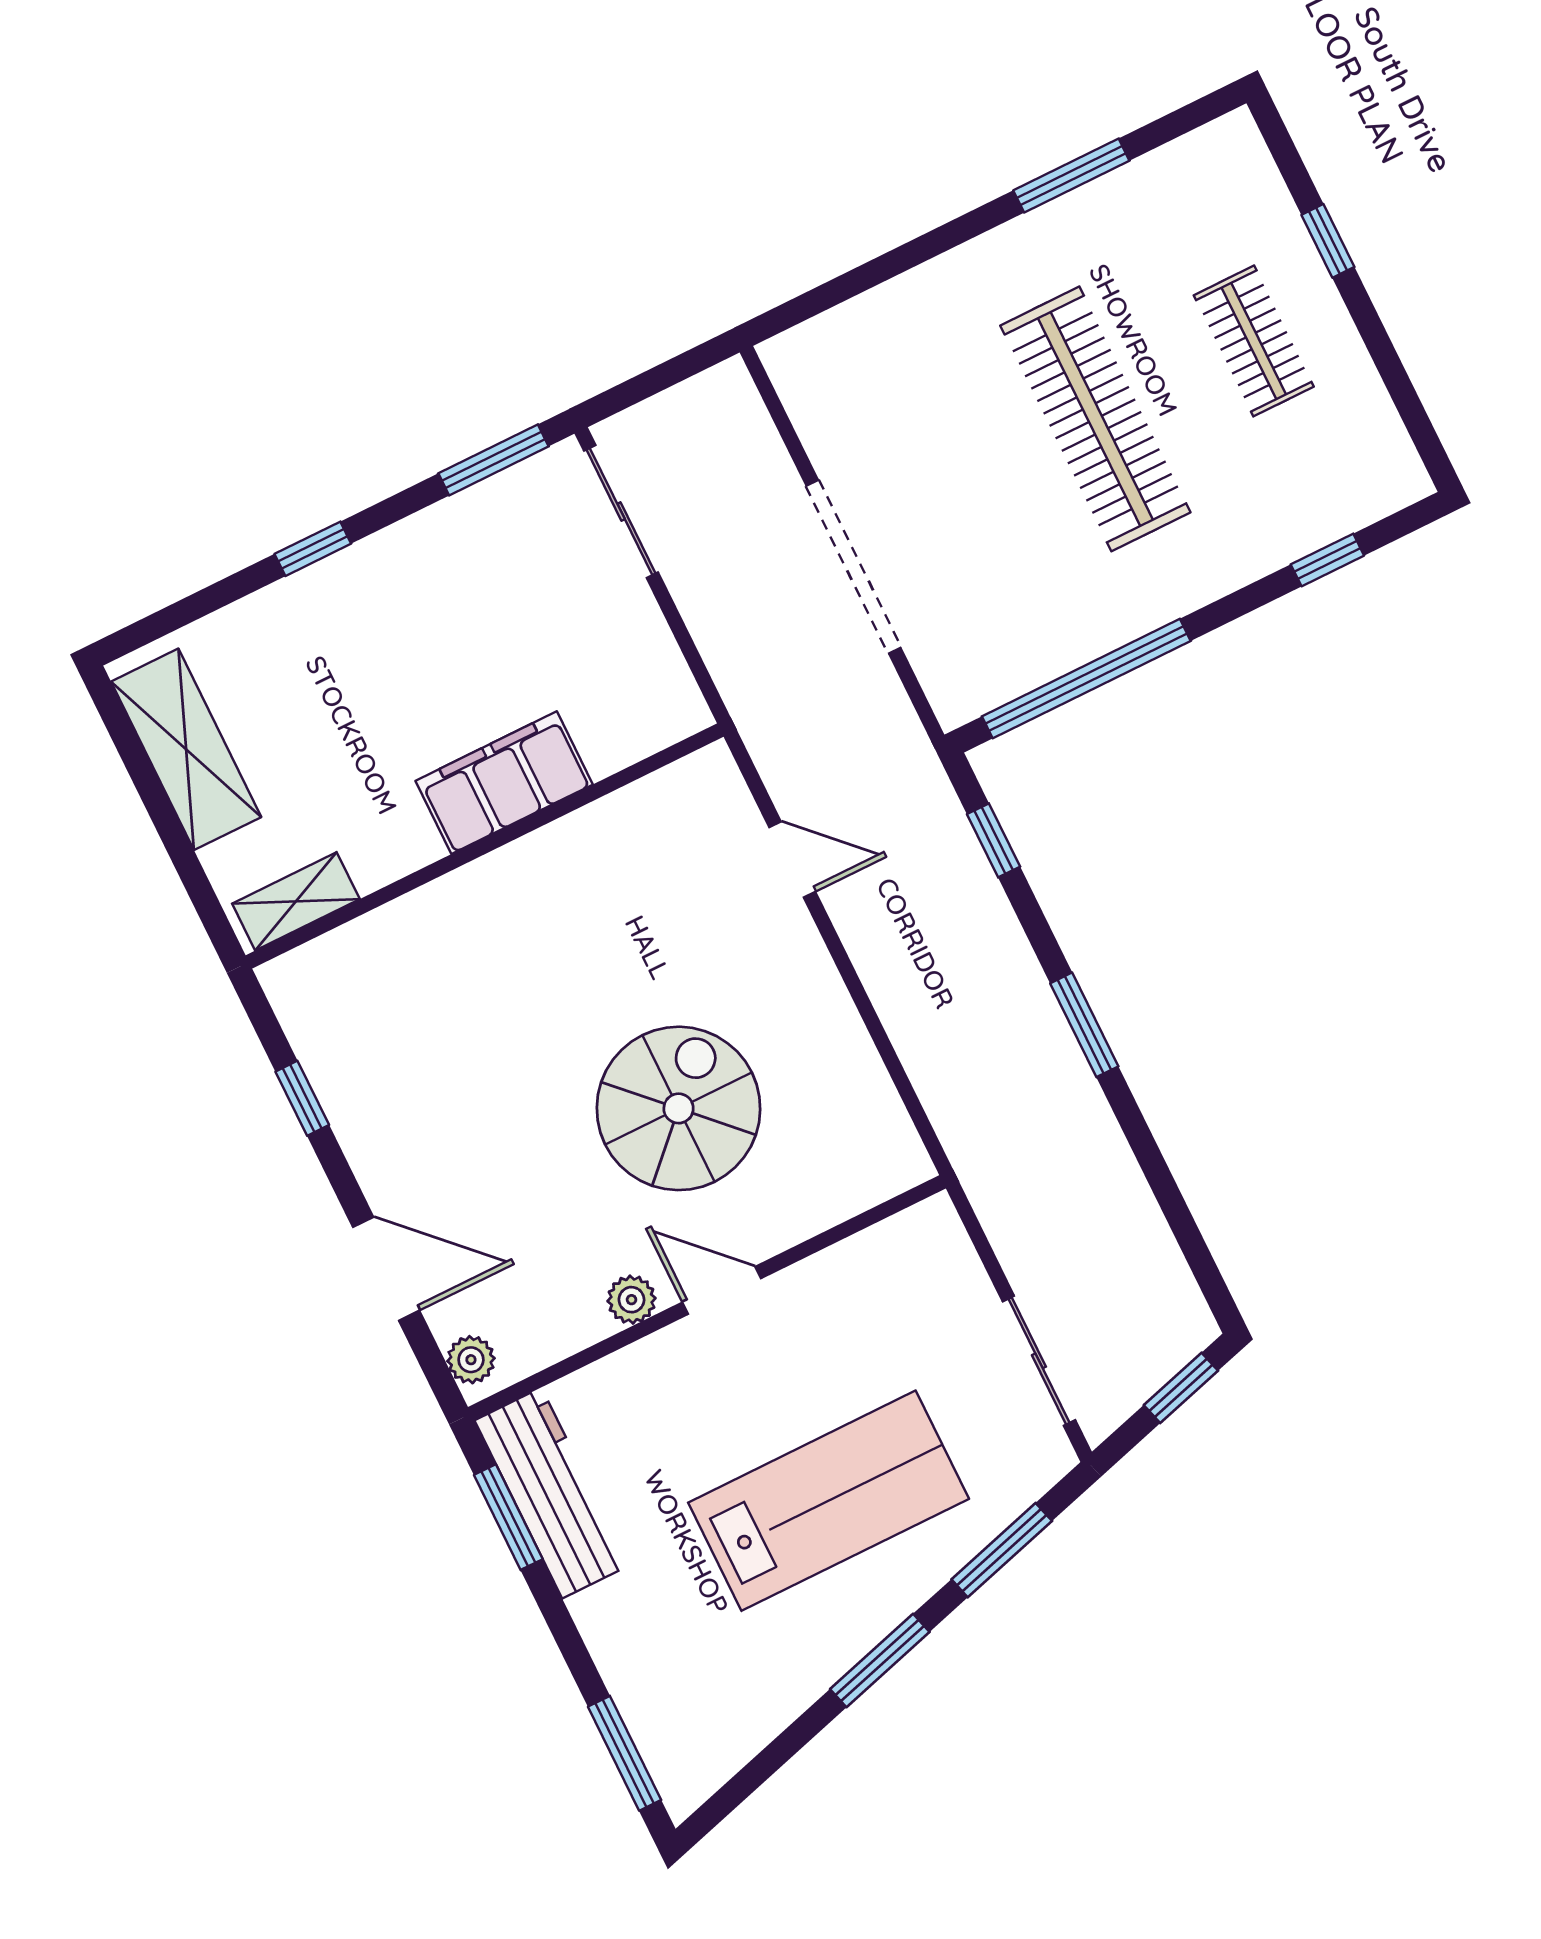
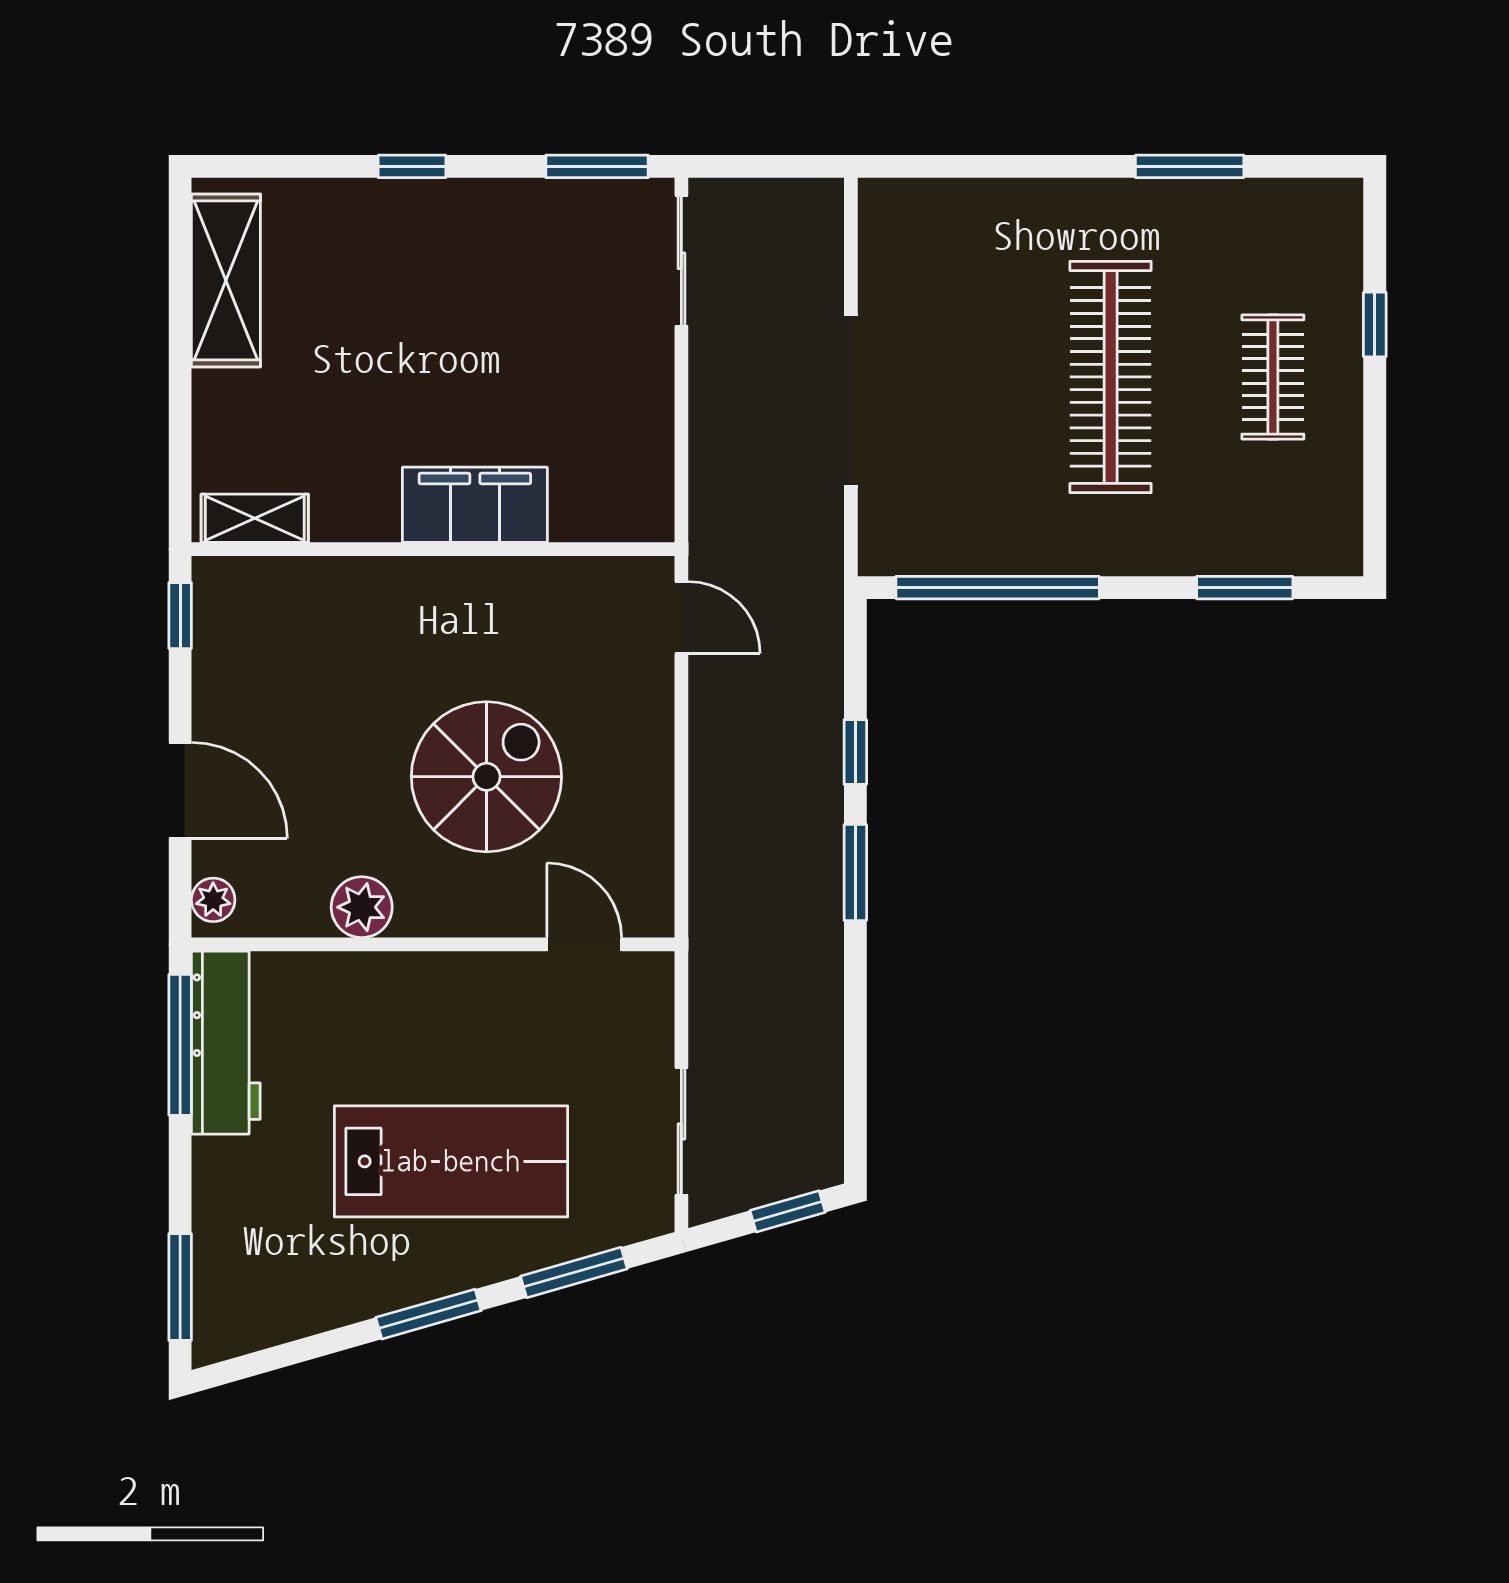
window: (1327, 560) -> (1245, 588), width x1.50
filing cabinet: (504, 783) -> (475, 505), moved
window: (994, 840) -> (855, 752), moved
wall: (485, 846) -> (433, 549), moved
shelving: (296, 901) -> (255, 518), moved
door: (722, 1290) -> (584, 944), moved
plant: (631, 1300) -> (362, 907), width x1.38, depth x1.38
window: (508, 1517) -> (180, 1045), width x1.44

